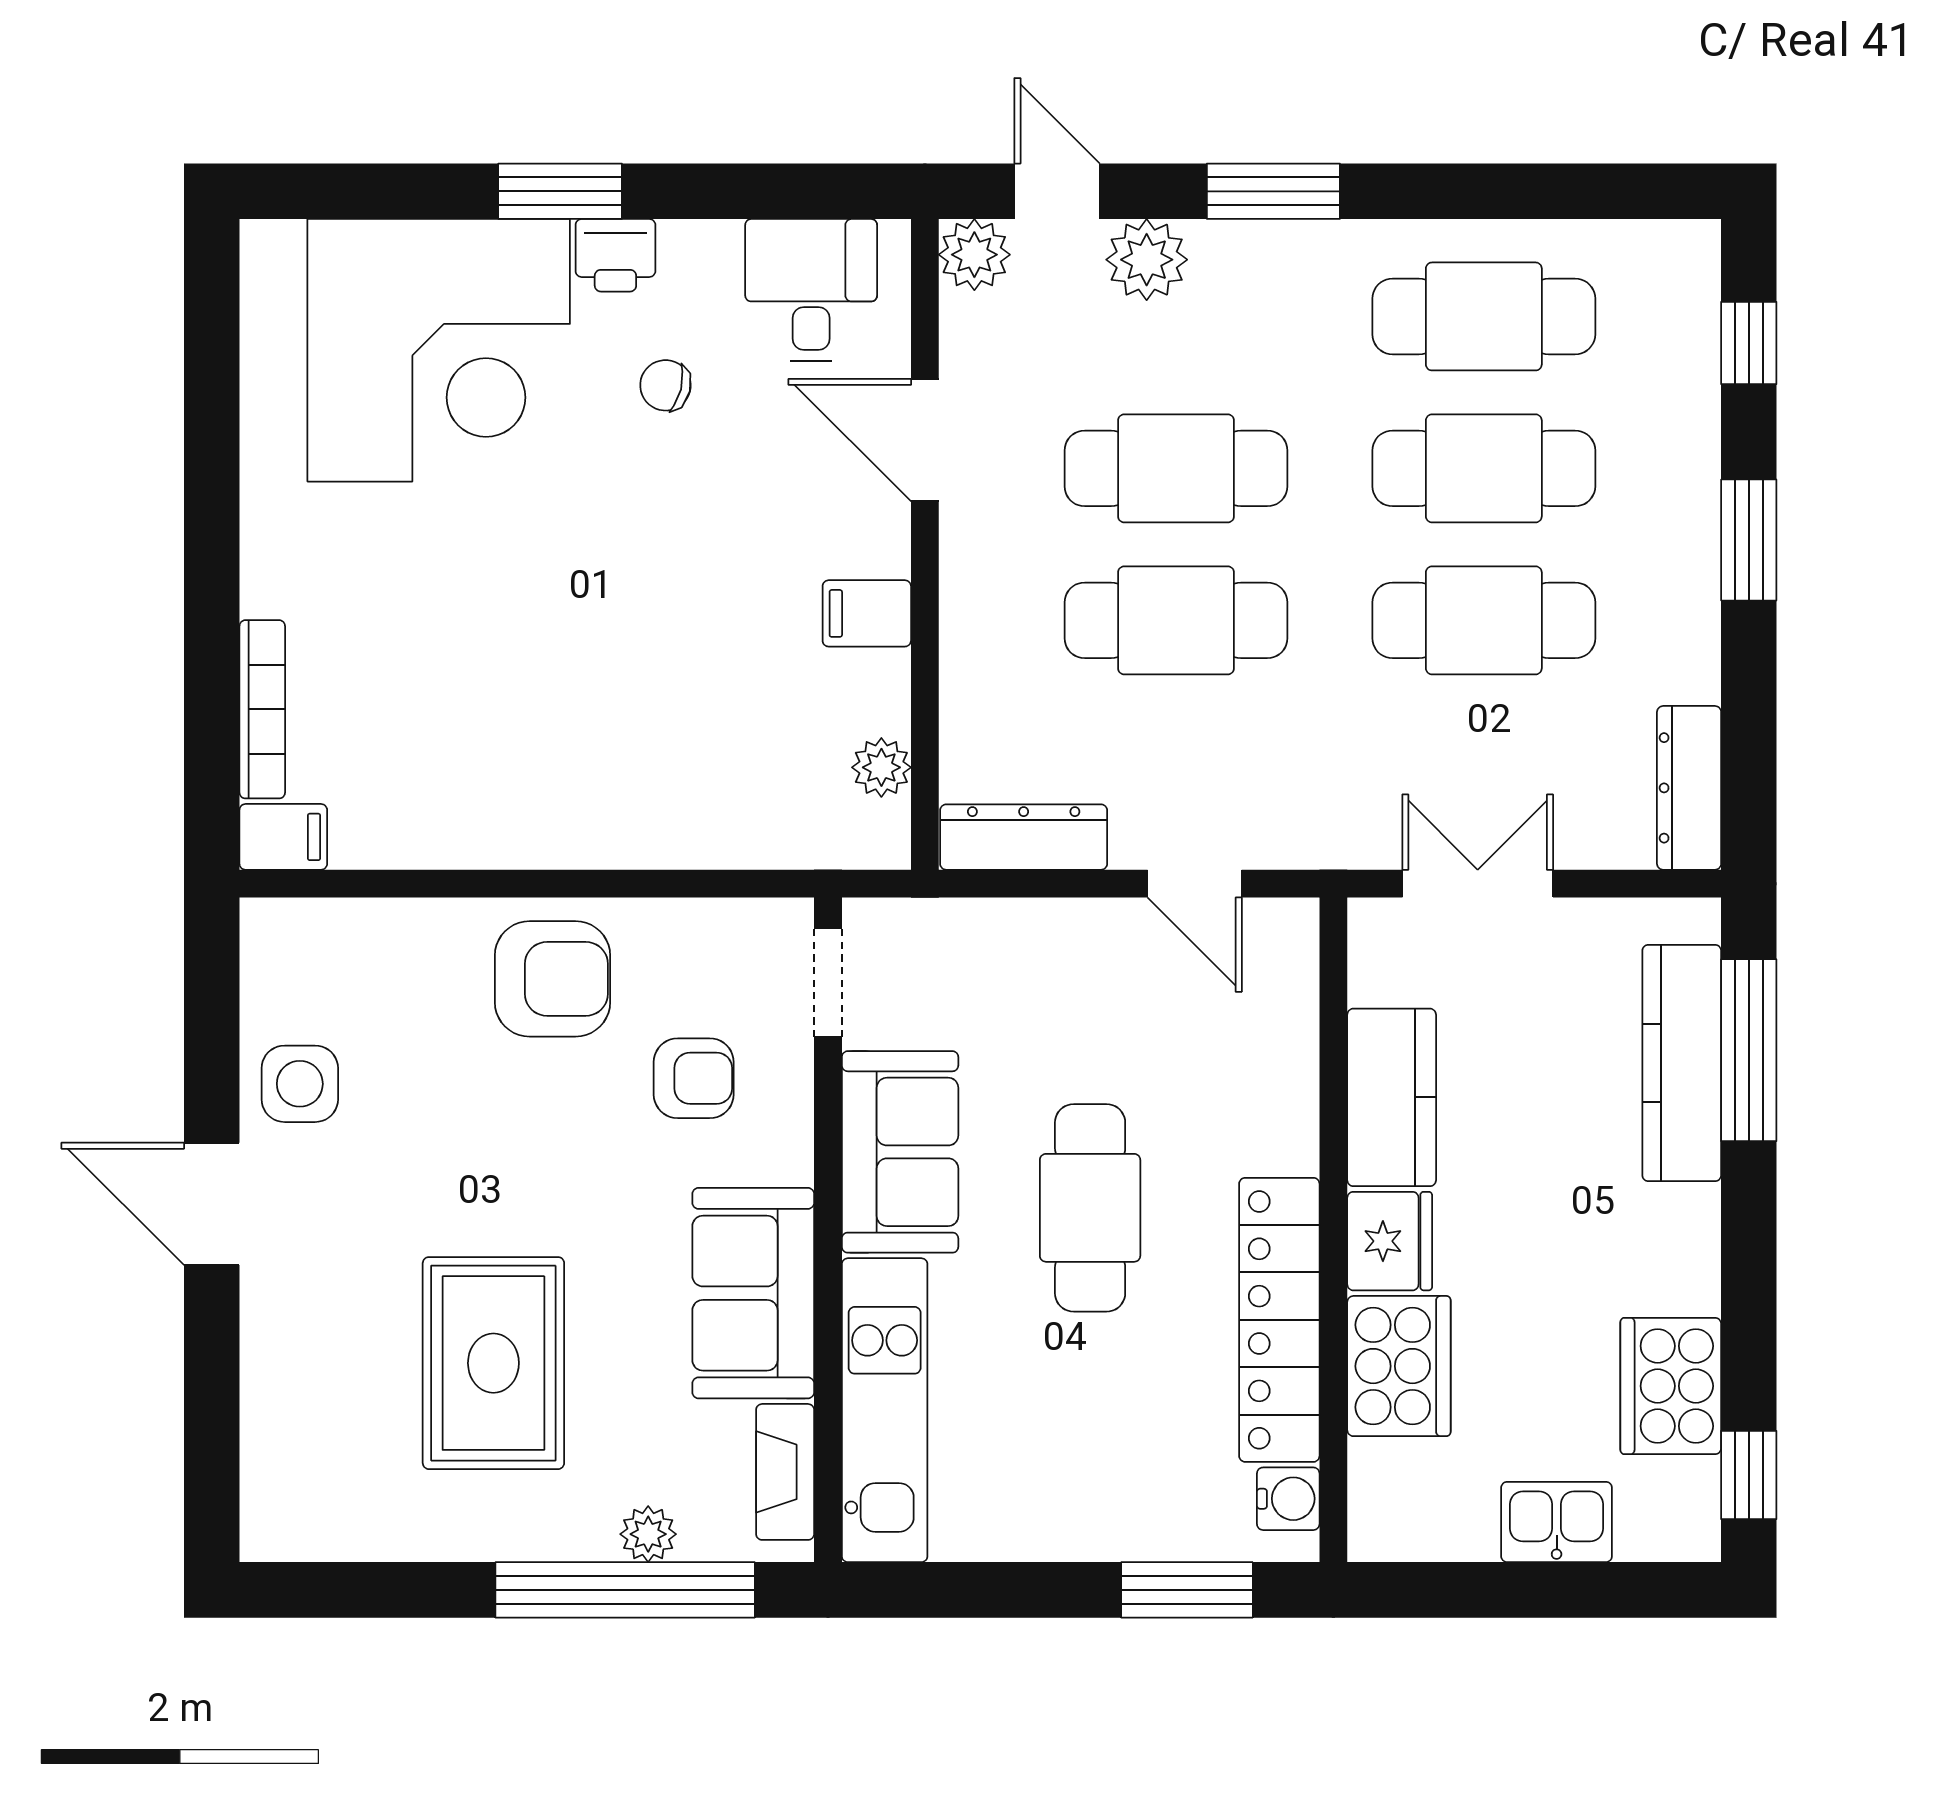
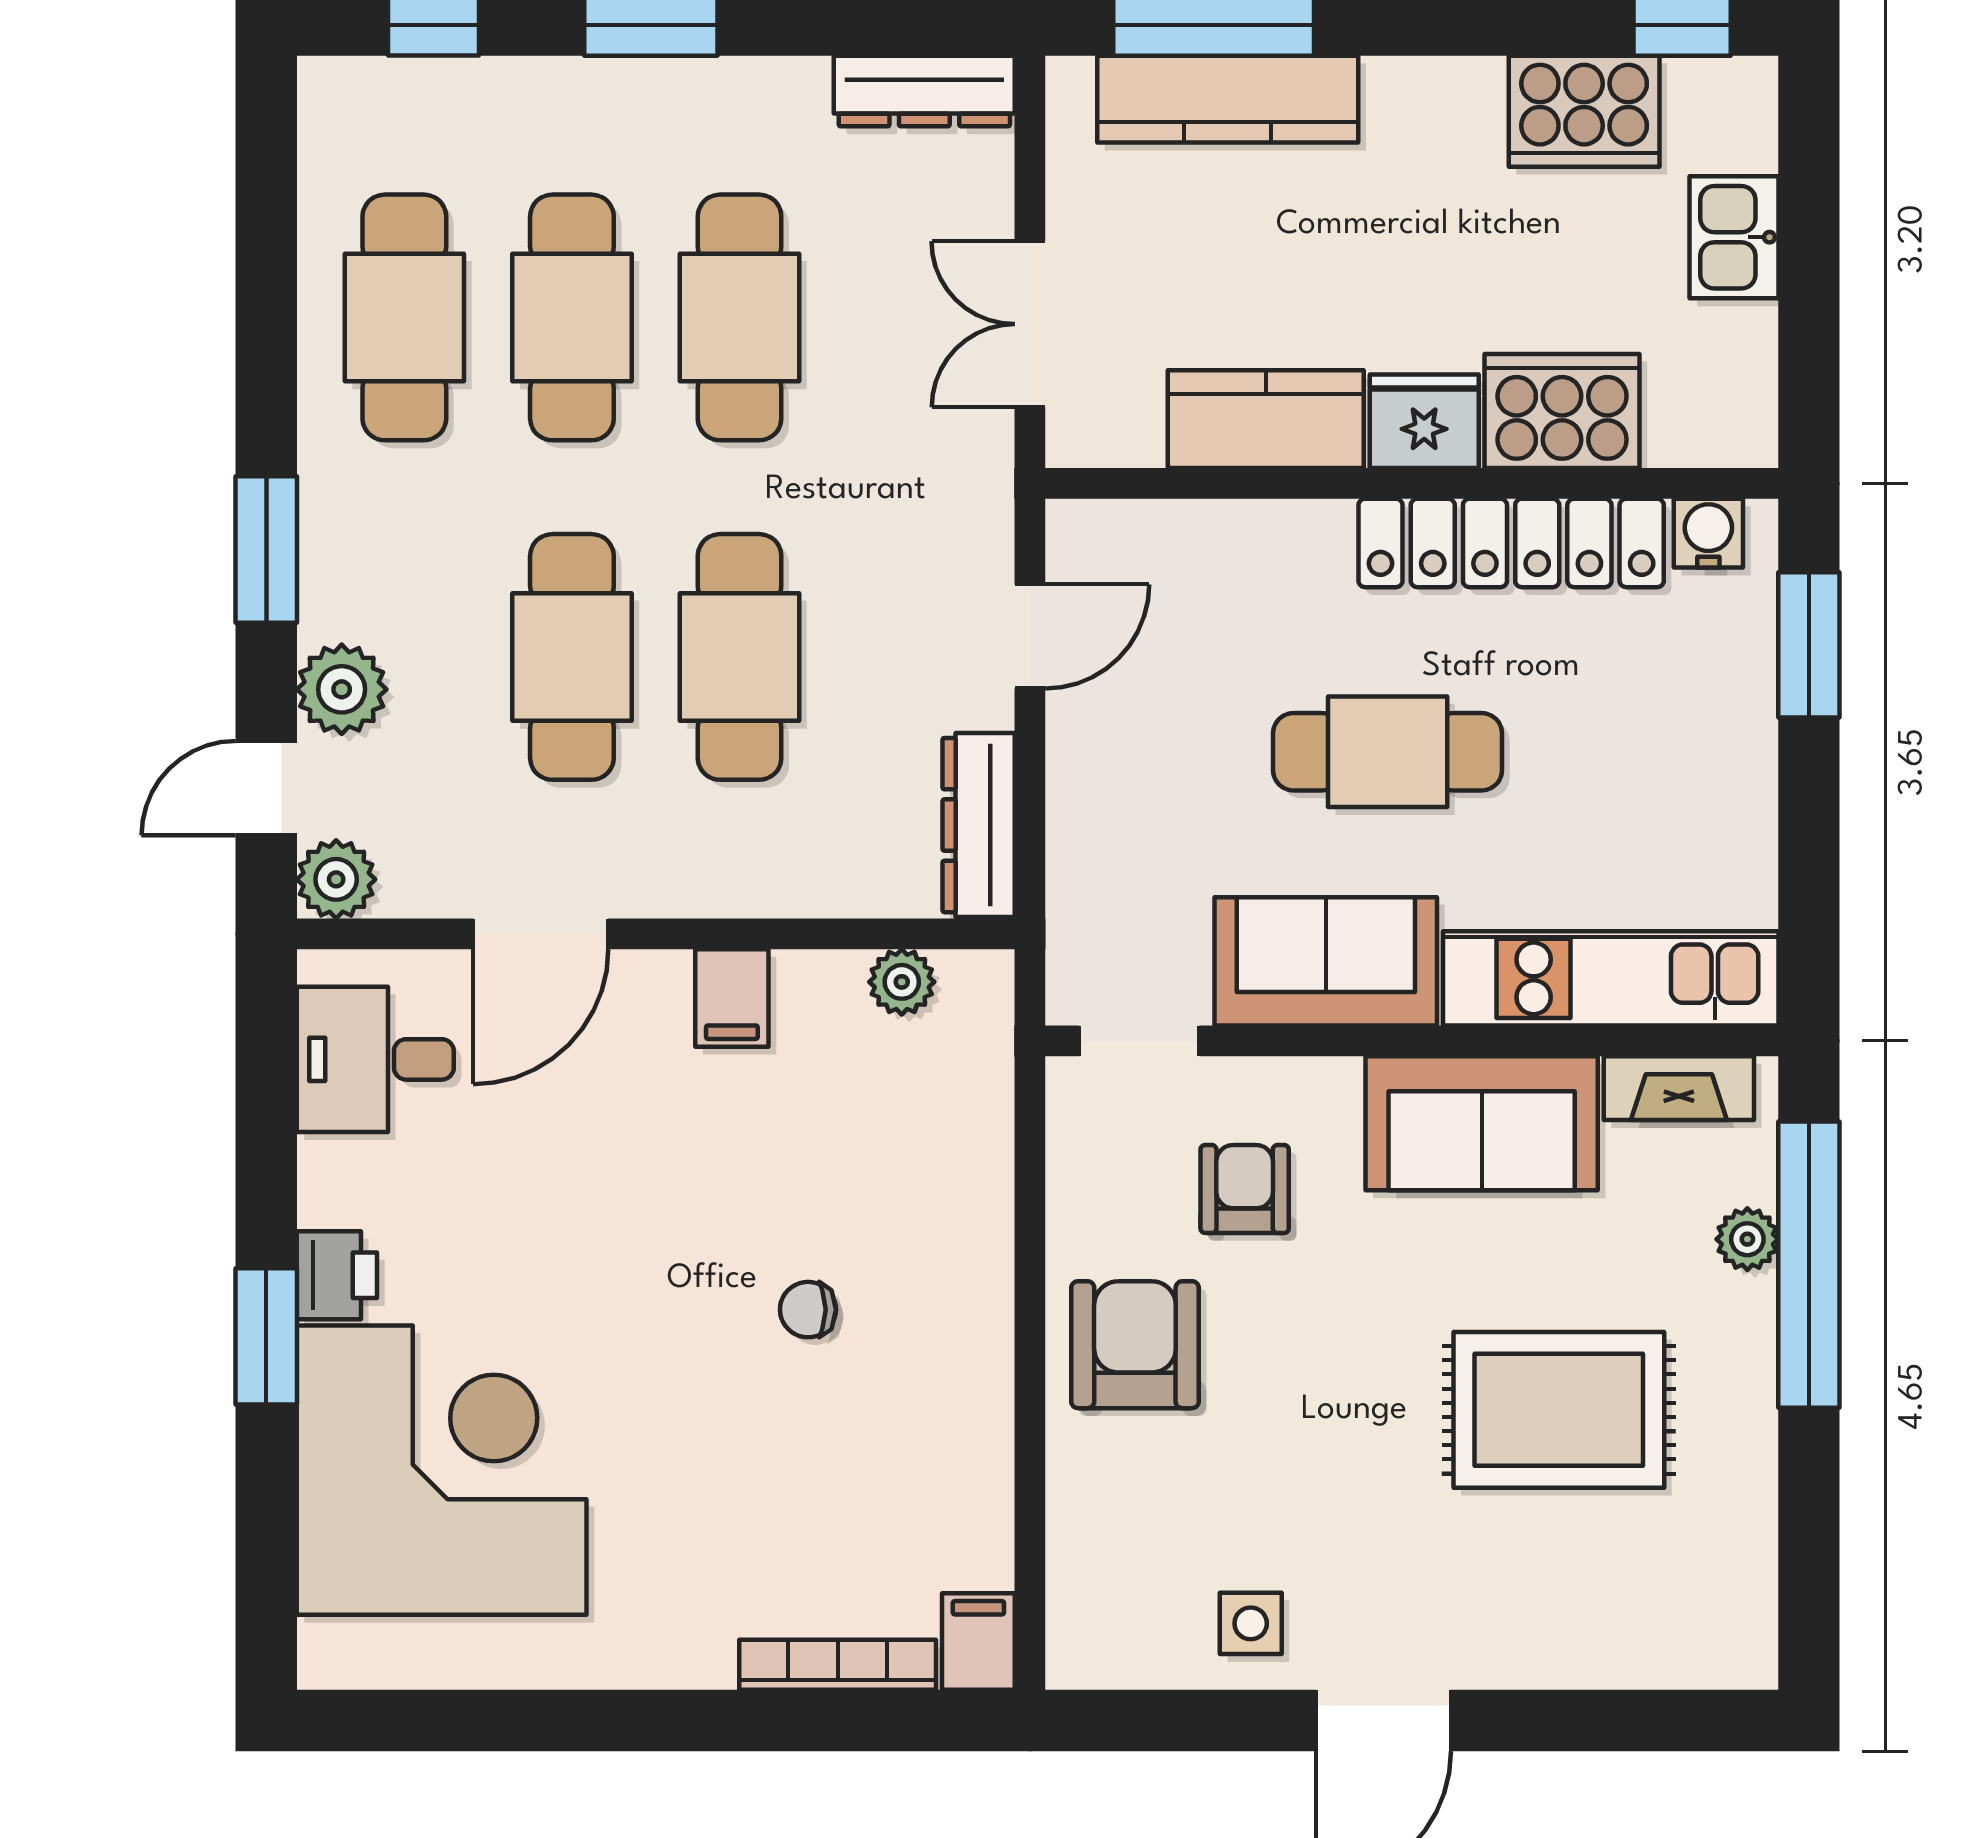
chair: (665, 385) -> (808, 1310), moved, turned 76
side table: (300, 1084) -> (1251, 1623), width x0.73, depth x0.73

